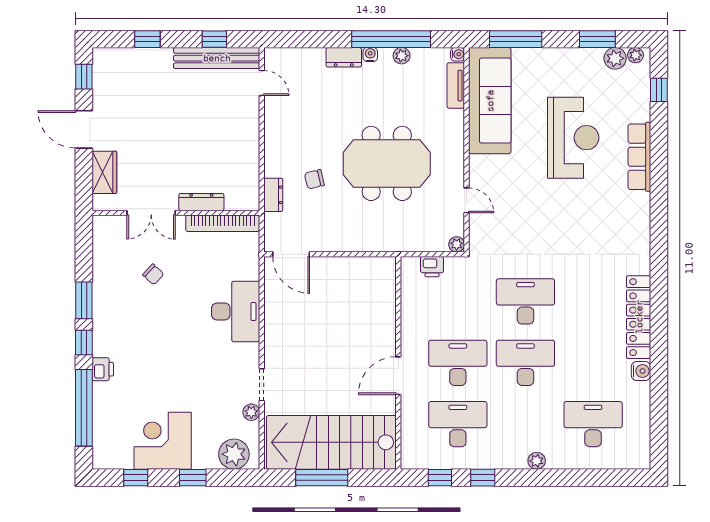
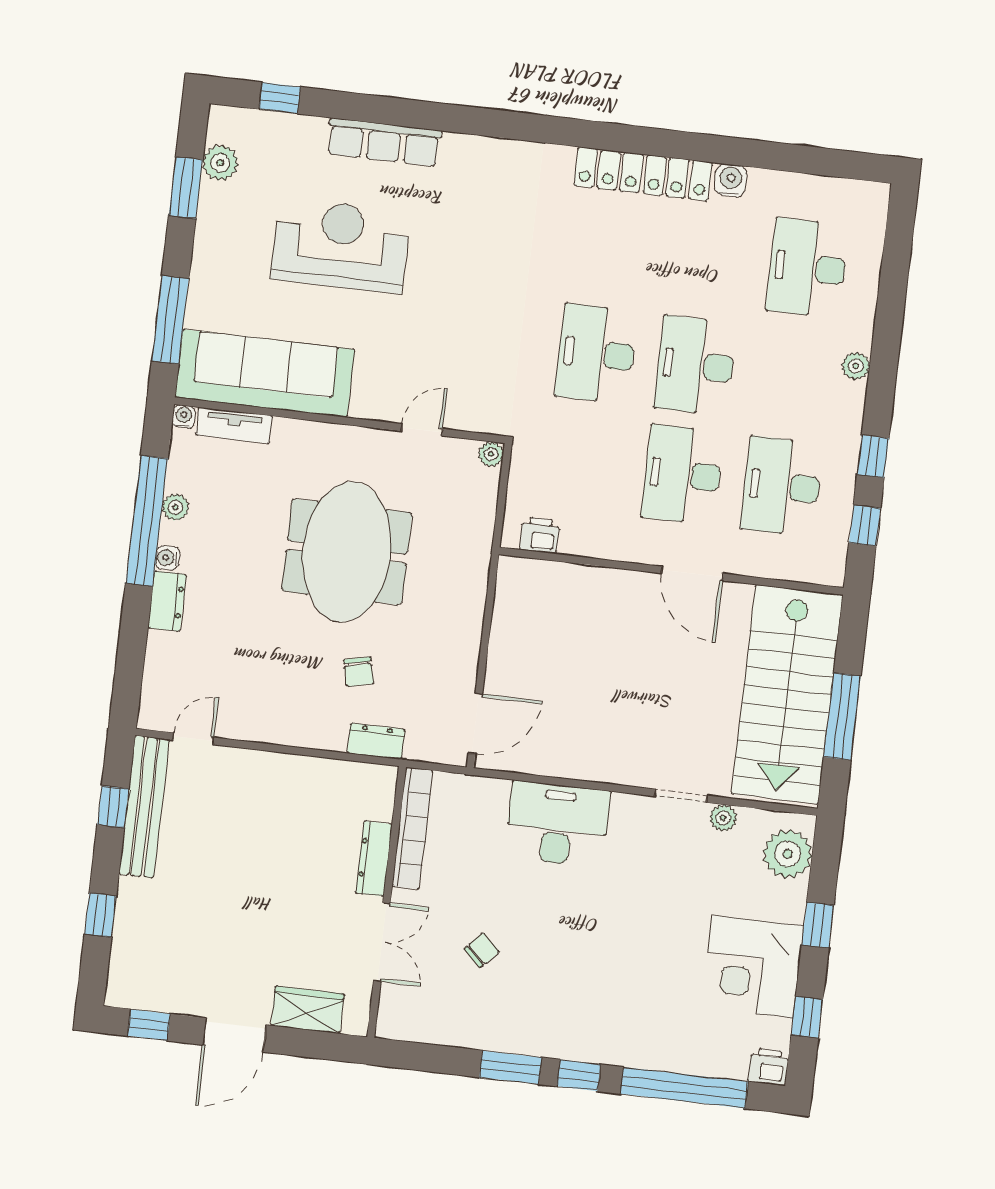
plant: (635, 55) -> (219, 129), removed
printer: (432, 267) -> (540, 535), moved, turned -90
printer: (103, 369) -> (768, 1067), moved

